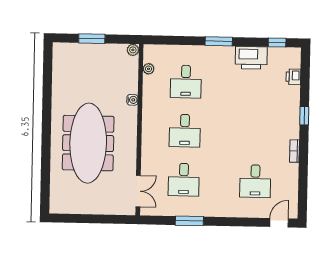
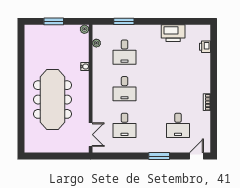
window: (219, 41) -> (124, 21), moved
window: (277, 43) -> (192, 21), removed
window: (304, 116) -> (214, 76), removed
window: (189, 221) -> (159, 156), moved

